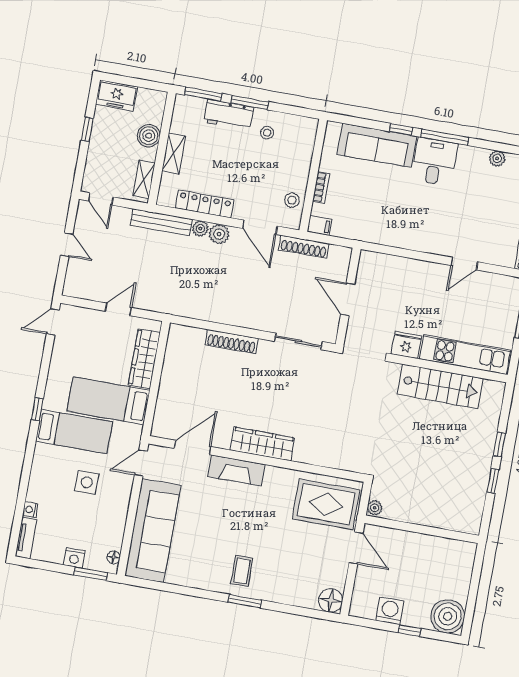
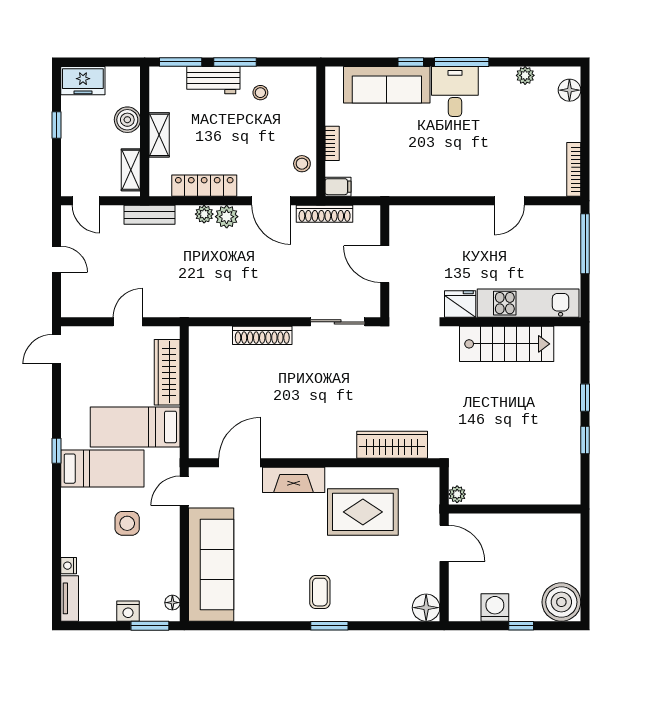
bench: (161, 222) -> (150, 215), width x0.73
wardrobe: (262, 444) -> (392, 445), moved
rug: (326, 504) -> (363, 512), moved

